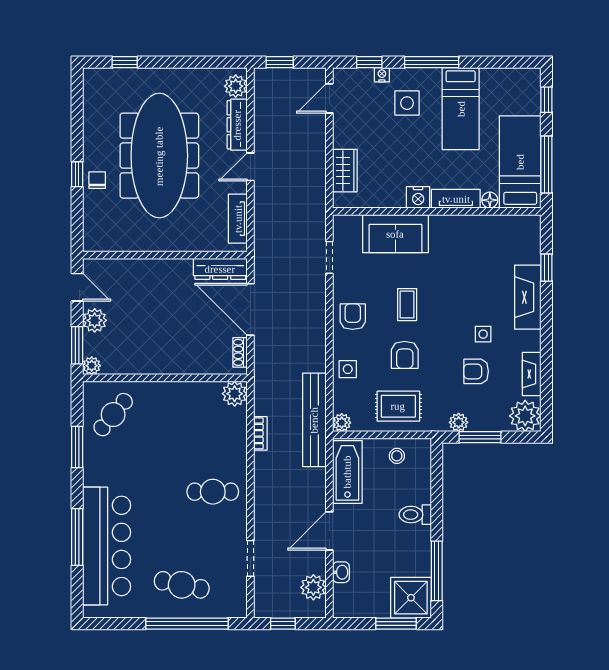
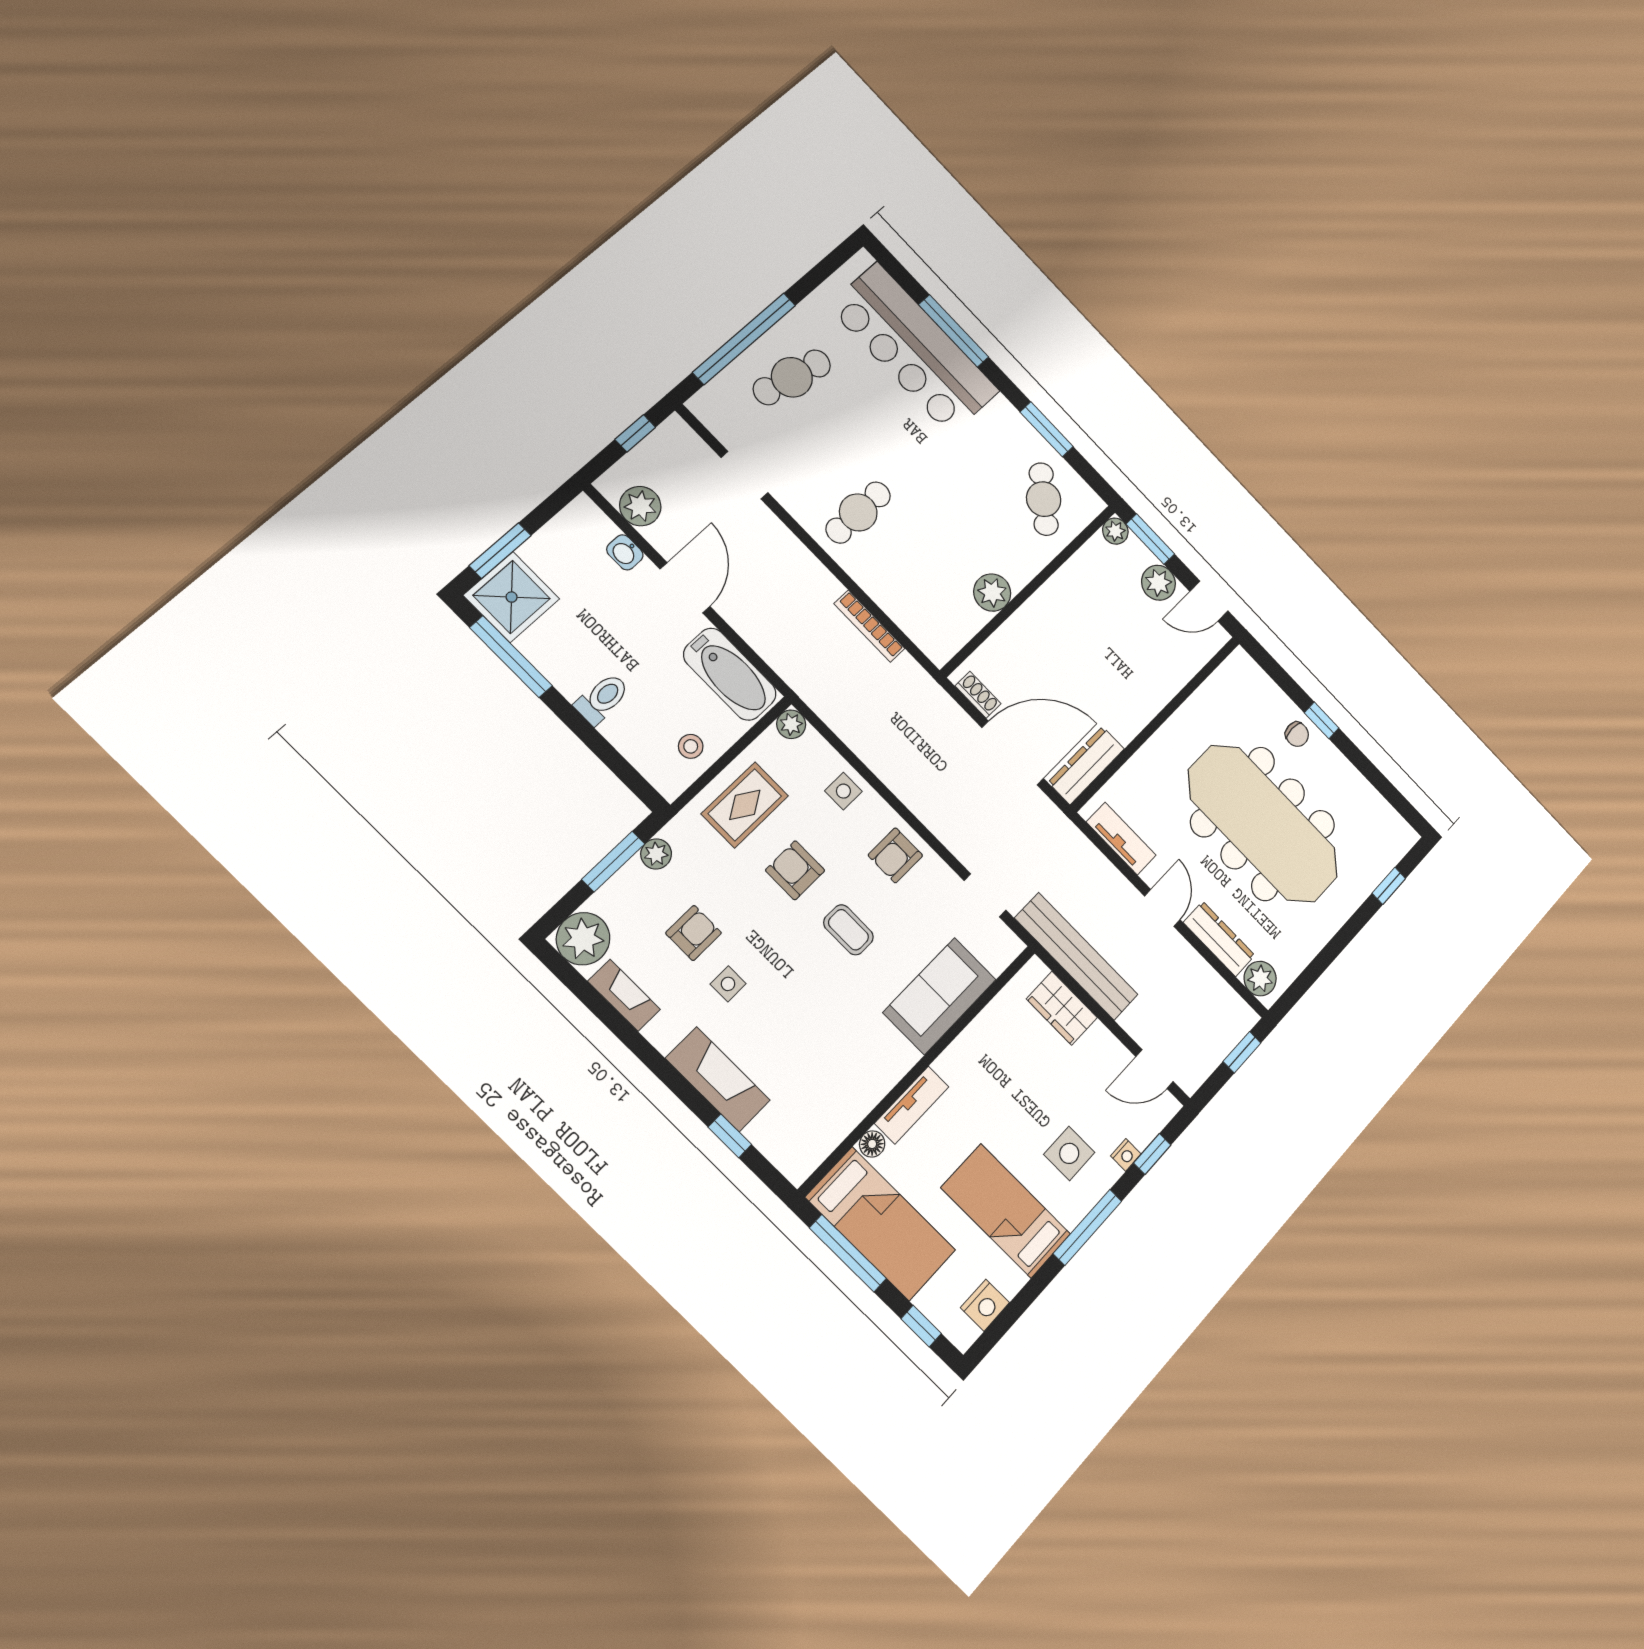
door: (329, 98) -> (1155, 1069), swing flipped
nightstand: (418, 197) -> (985, 1305), moved, turned 180
armchair: (353, 317) -> (895, 855), turned 90
plant: (235, 394) -> (992, 593), moved
bench: (314, 420) -> (1076, 956), moved
bookcase: (260, 433) -> (869, 626), width x1.56

